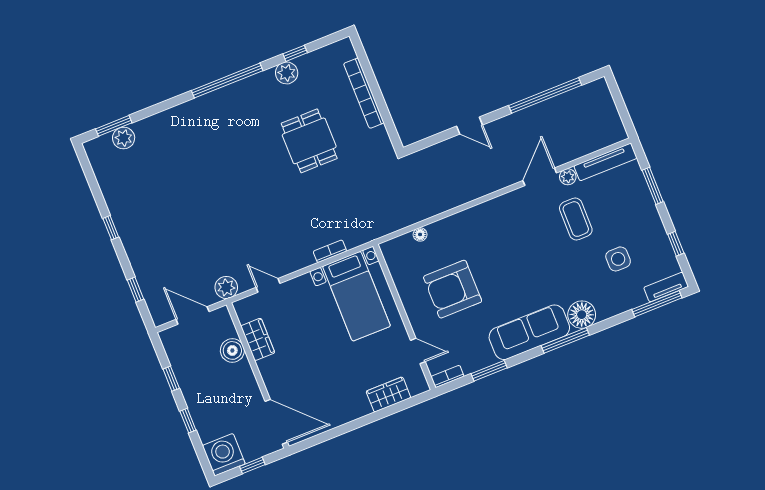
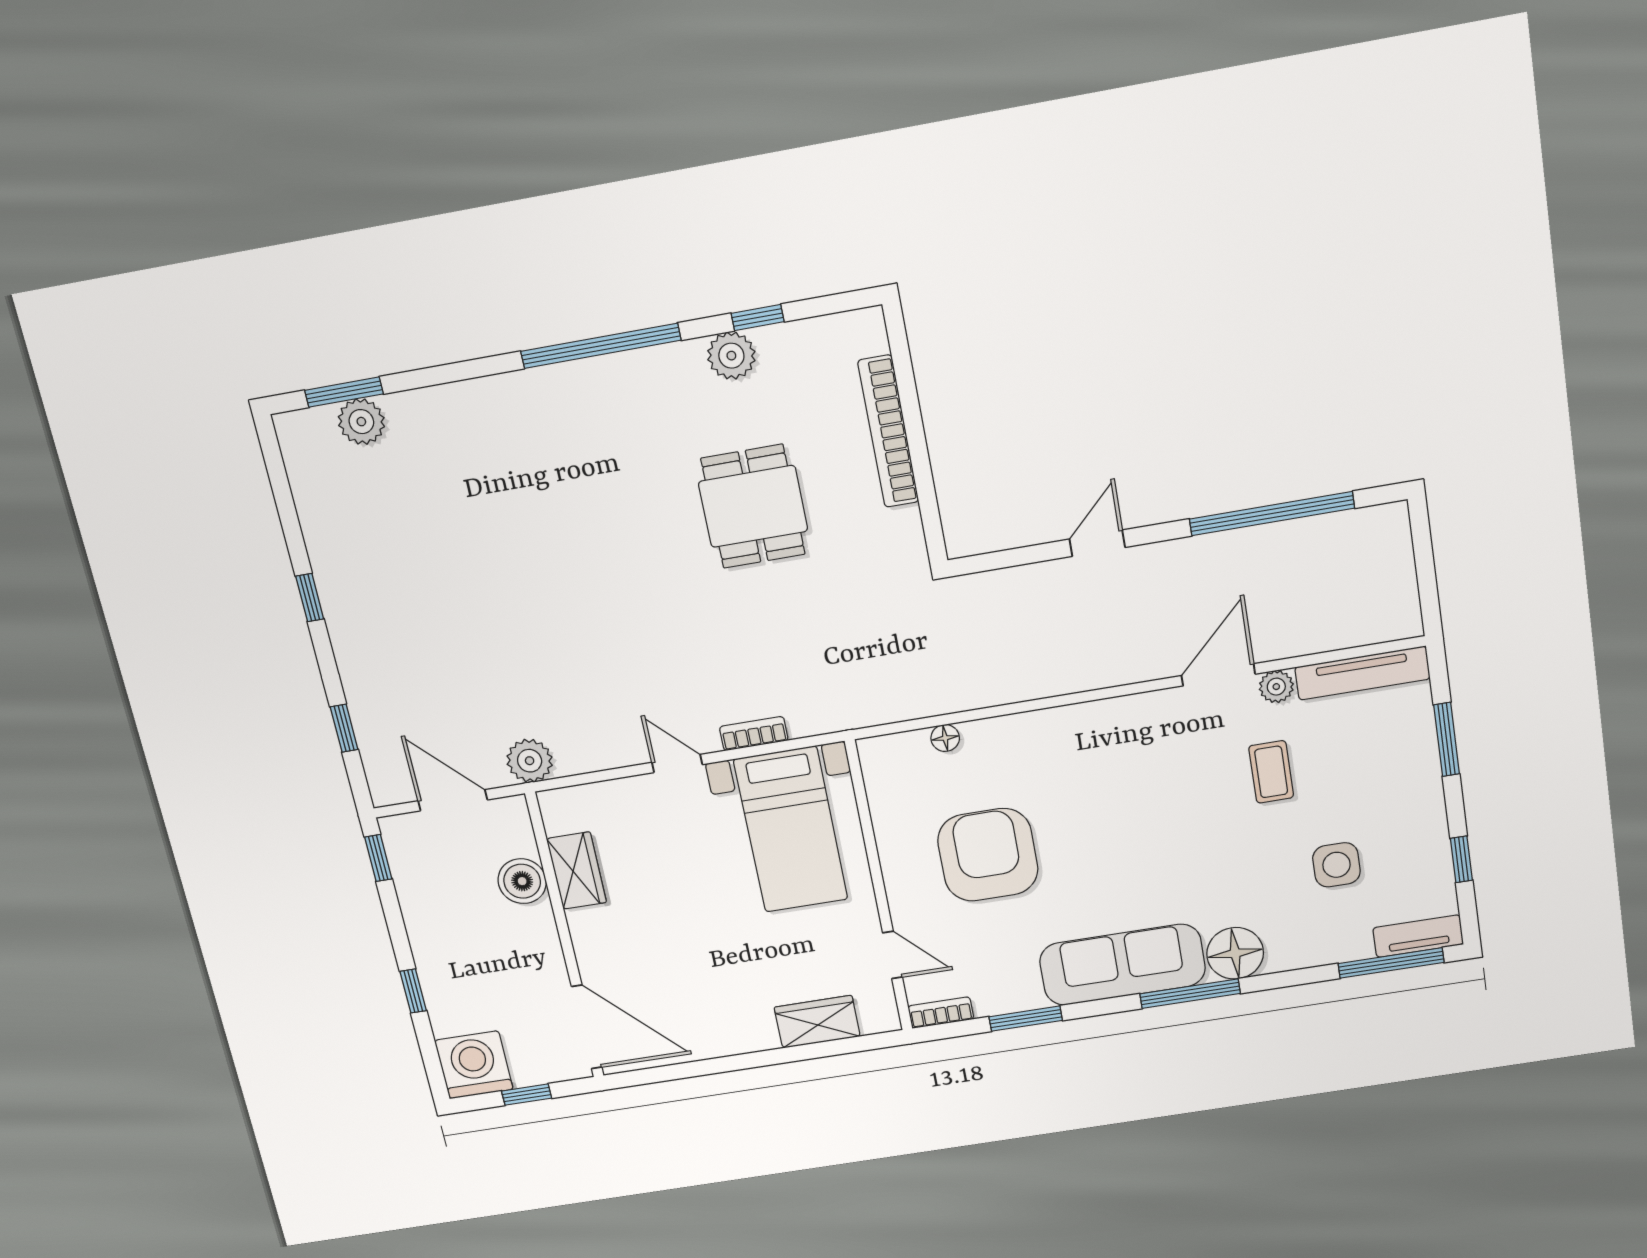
door: (470, 126) -> (1097, 543), swing flipped
coffee table: (576, 219) -> (1271, 772), width x0.73, depth x0.77
door: (268, 285) -> (677, 763), moved
armchair: (453, 289) -> (988, 855), turned 90
window: (171, 379) -> (378, 858), moved

